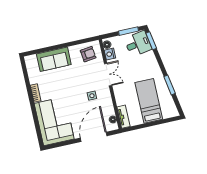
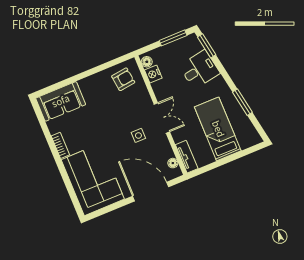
desk: (138, 44) -> (200, 69), moved
sofa: (54, 59) -> (61, 101), moved
double door: (108, 75) -> (162, 118), moved
door: (94, 137) -> (151, 192), hinge flipped

